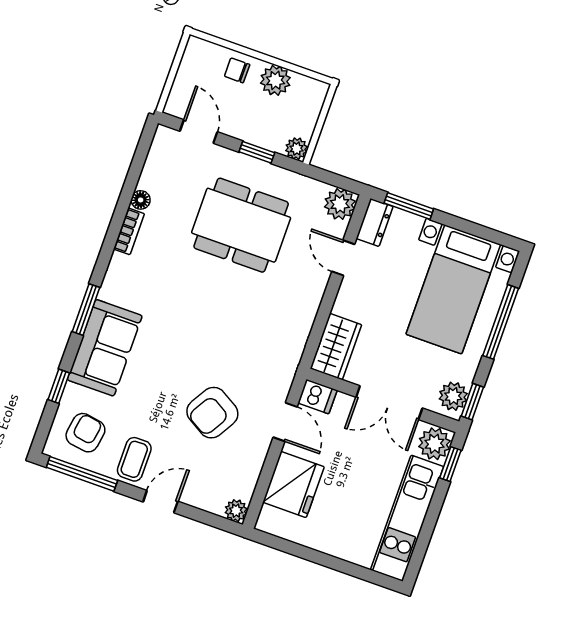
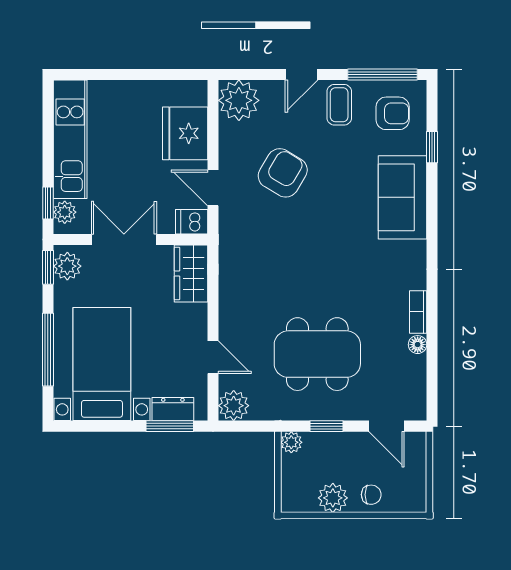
dresser: (375, 222) -> (173, 409), moved, turned 90
window: (86, 310) -> (432, 226), removed
armchair: (85, 433) -> (393, 113), turned -99
plant: (435, 444) -> (65, 212), width x0.73, depth x0.73
plant: (236, 511) -> (239, 100), width x1.87, depth x1.87

